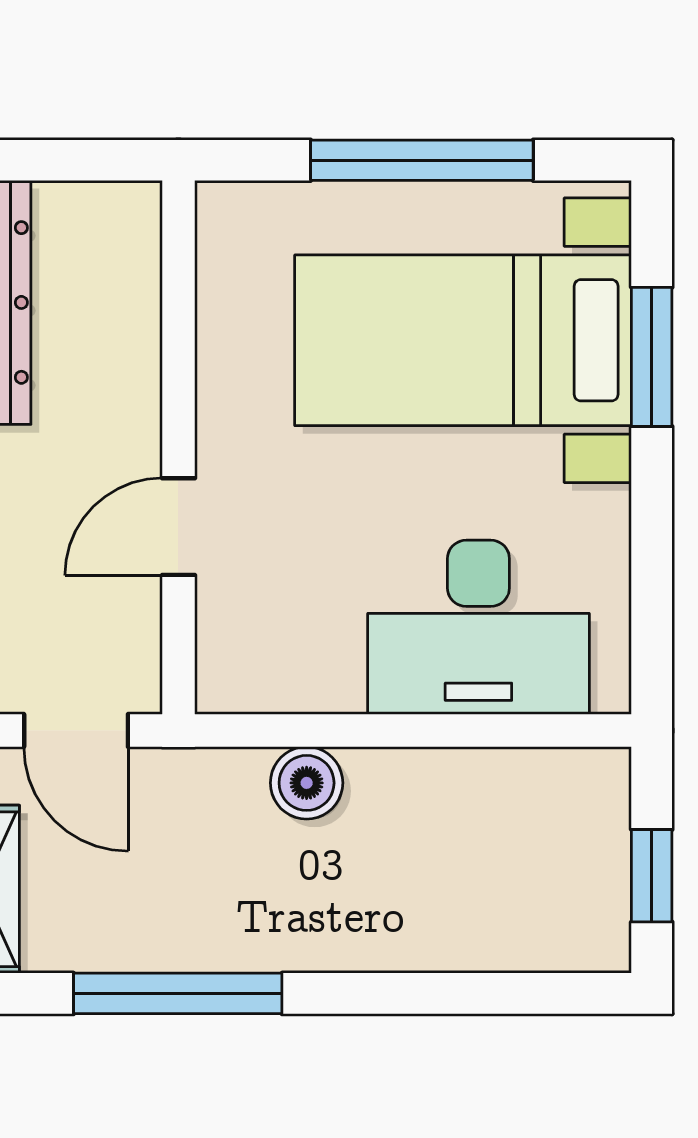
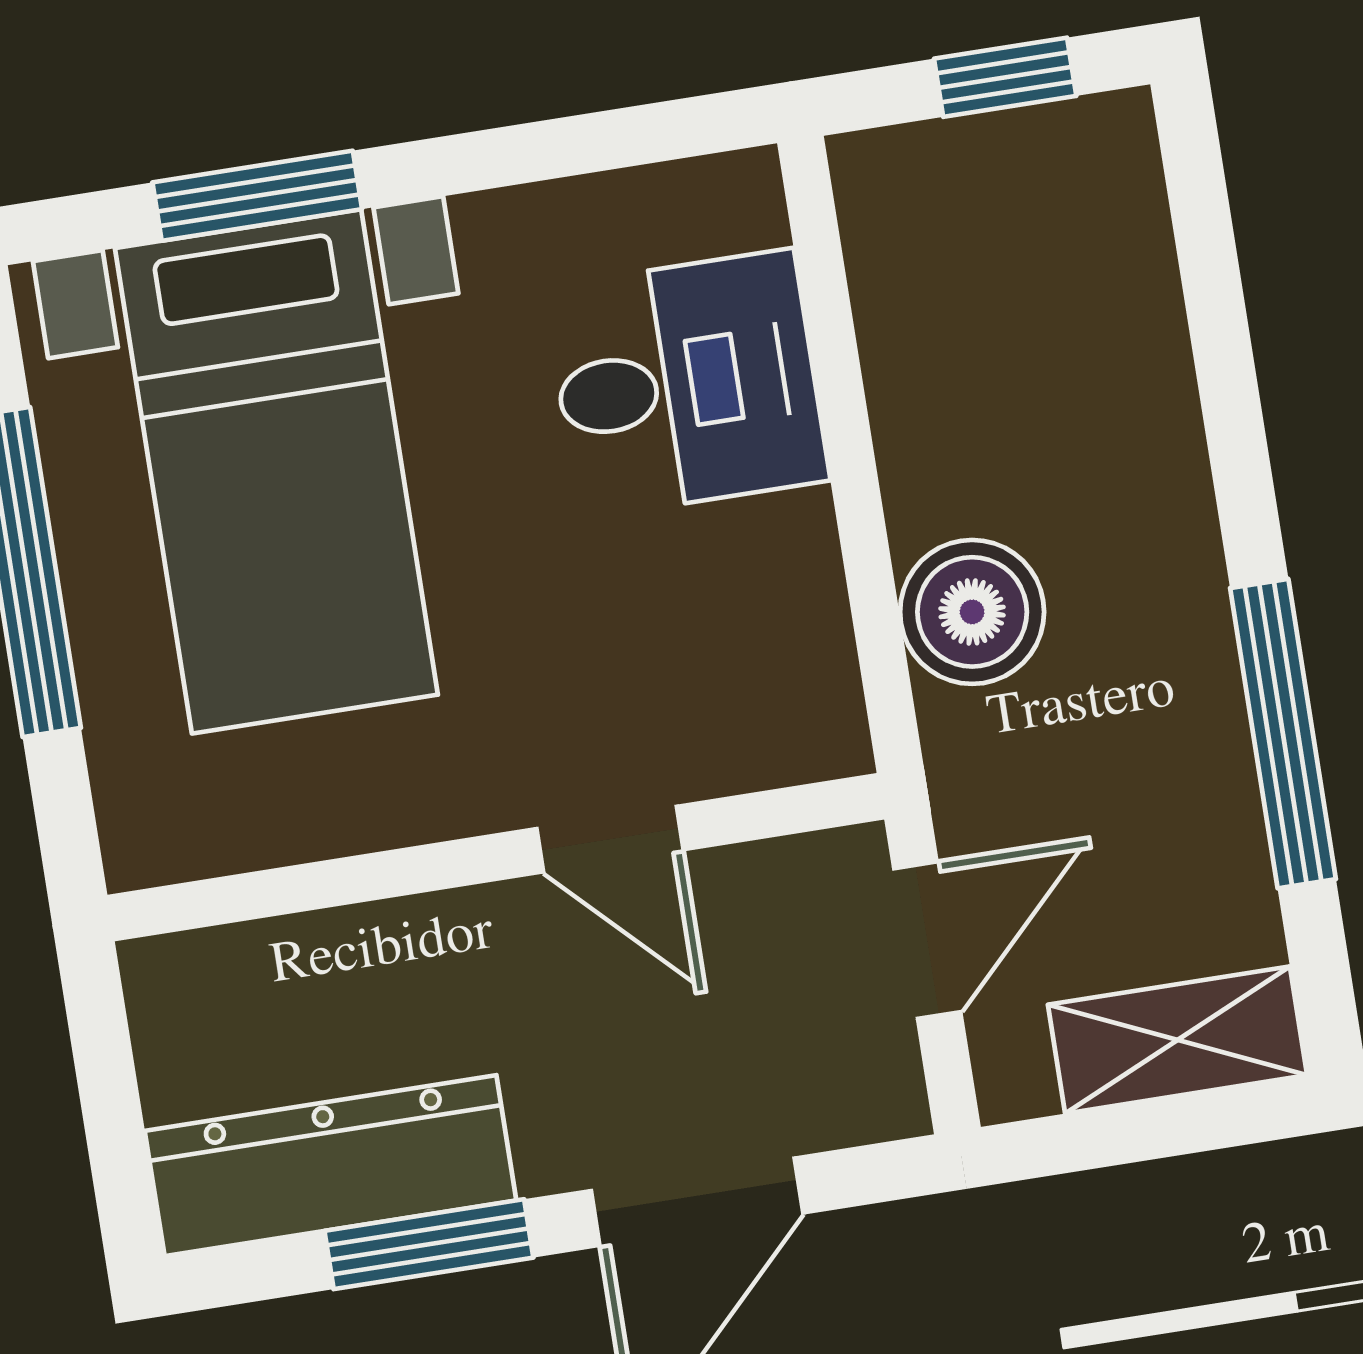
desk: (478, 627) -> (687, 384), width x0.73
boiler: (307, 783) -> (972, 612), width x1.36, depth x1.36

